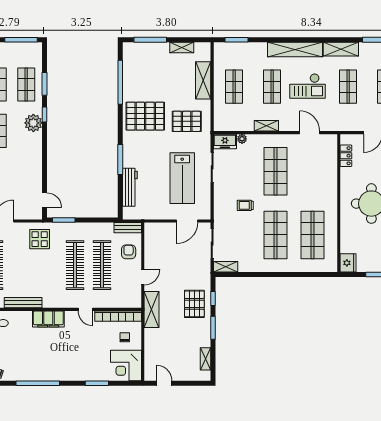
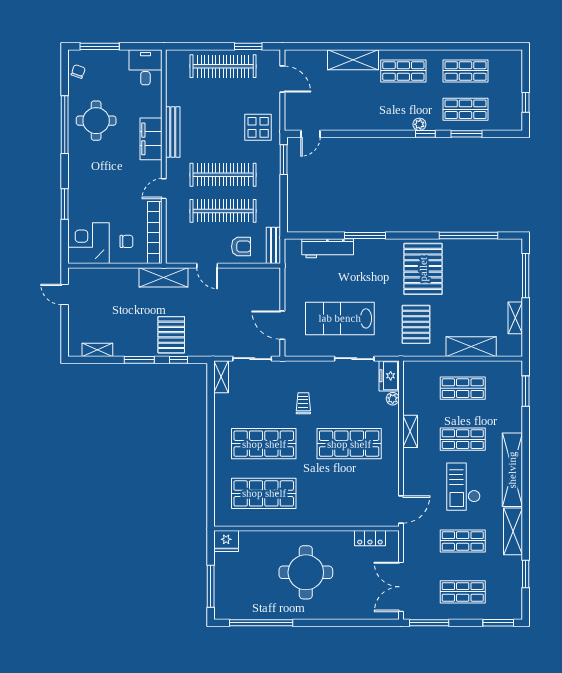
window: (21, 40) -> (526, 102), width x0.46
plant: (33, 123) -> (419, 124), width x0.53, depth x0.53
door: (310, 133) -> (401, 509), moved
bench: (23, 303) -> (173, 132), moved
pallet: (194, 304) -> (171, 335), turned 90
round table: (35, 360) -> (96, 121), added
door: (164, 383) -> (65, 294), swing flipped

